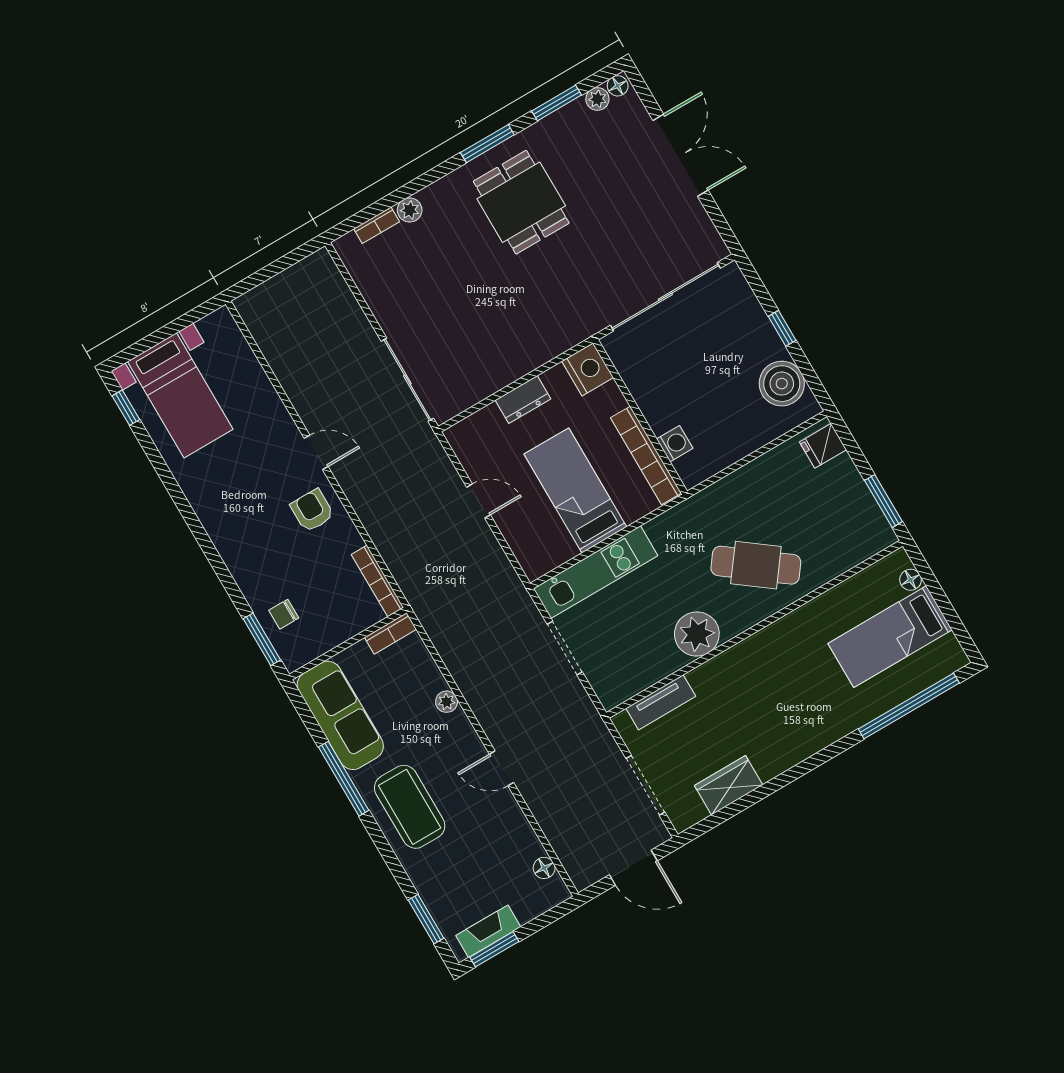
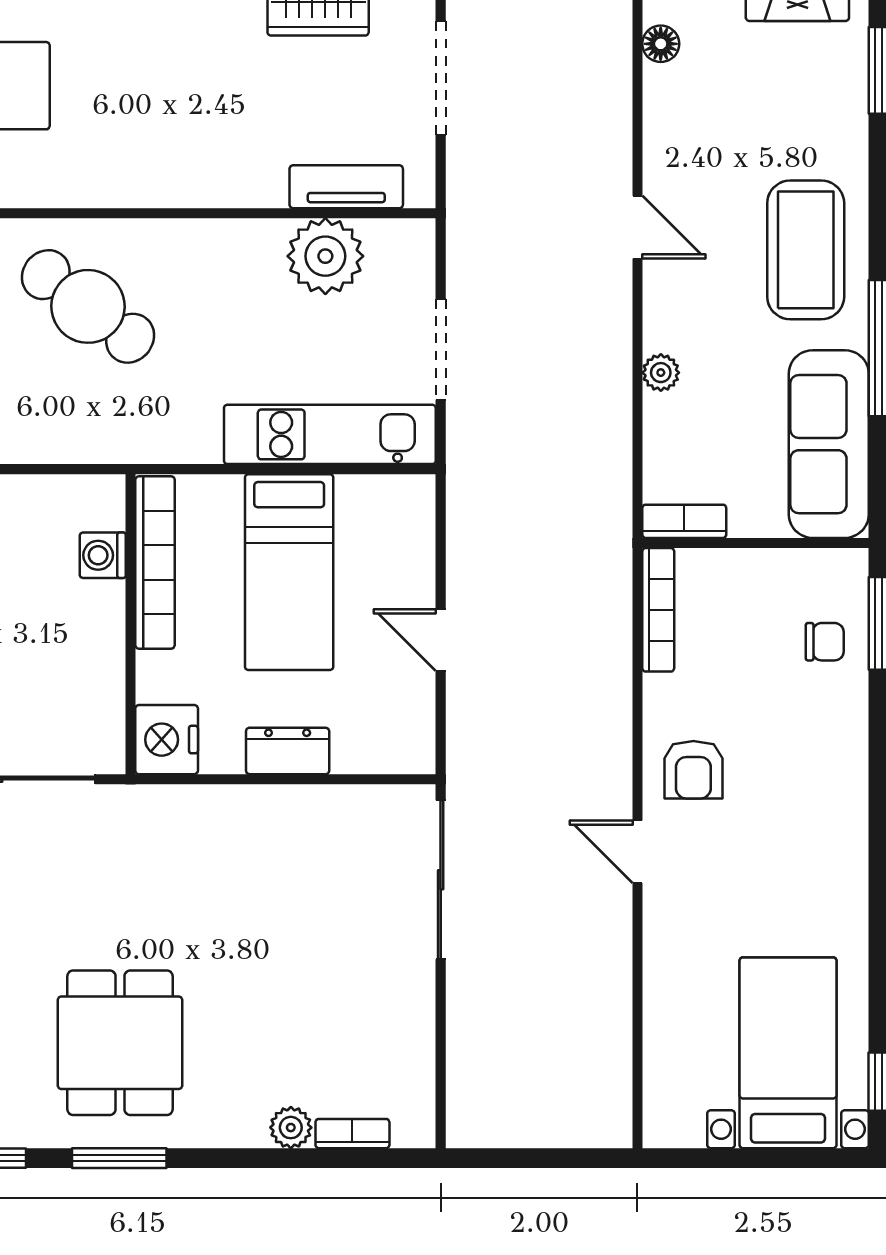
plant: (697, 634) -> (325, 256), moved

